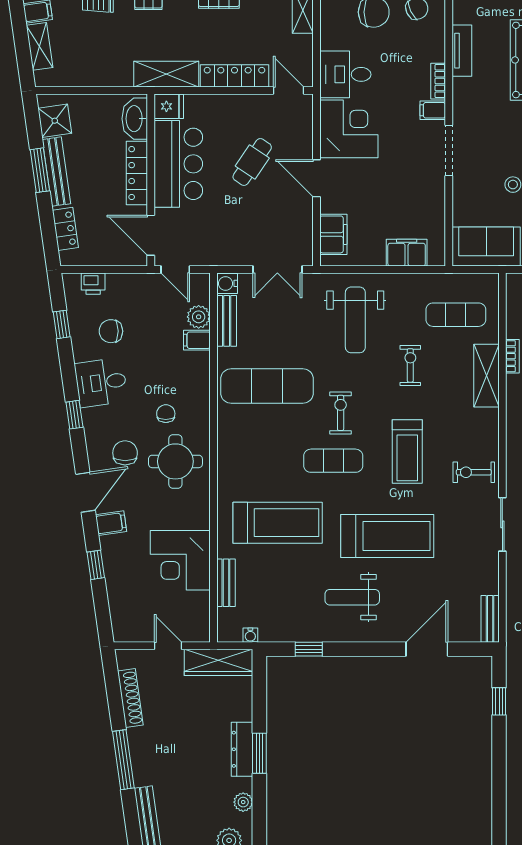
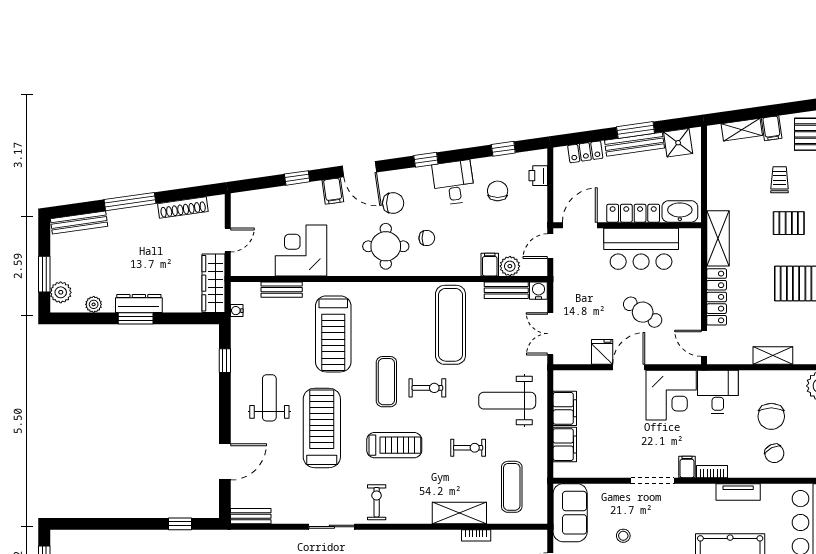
door: (289, 90) -> (704, 343), swing flipped
fridge: (169, 106) -> (602, 352), moved, turned 180
filing cabinet: (333, 234) -> (565, 408), moved, turned -90
treadmill: (407, 452) -> (394, 445), turned 180
treadmill: (387, 536) -> (322, 428), turned 180
door: (427, 649) -> (225, 462), hinge flipped

